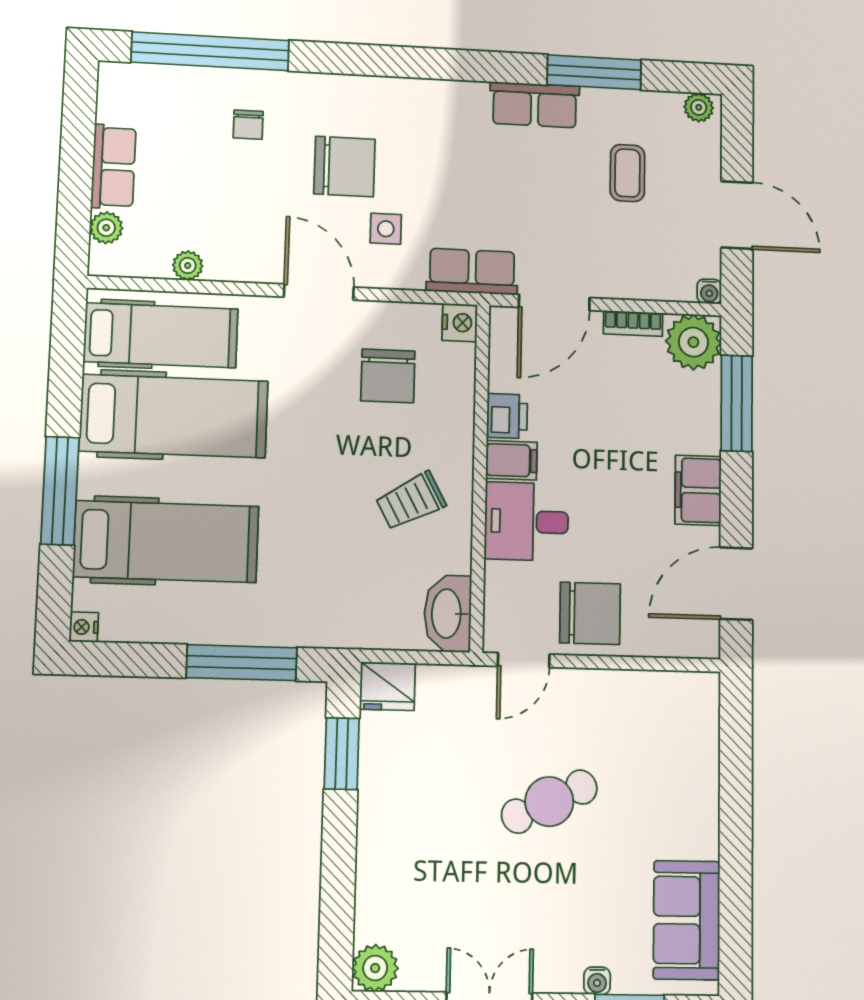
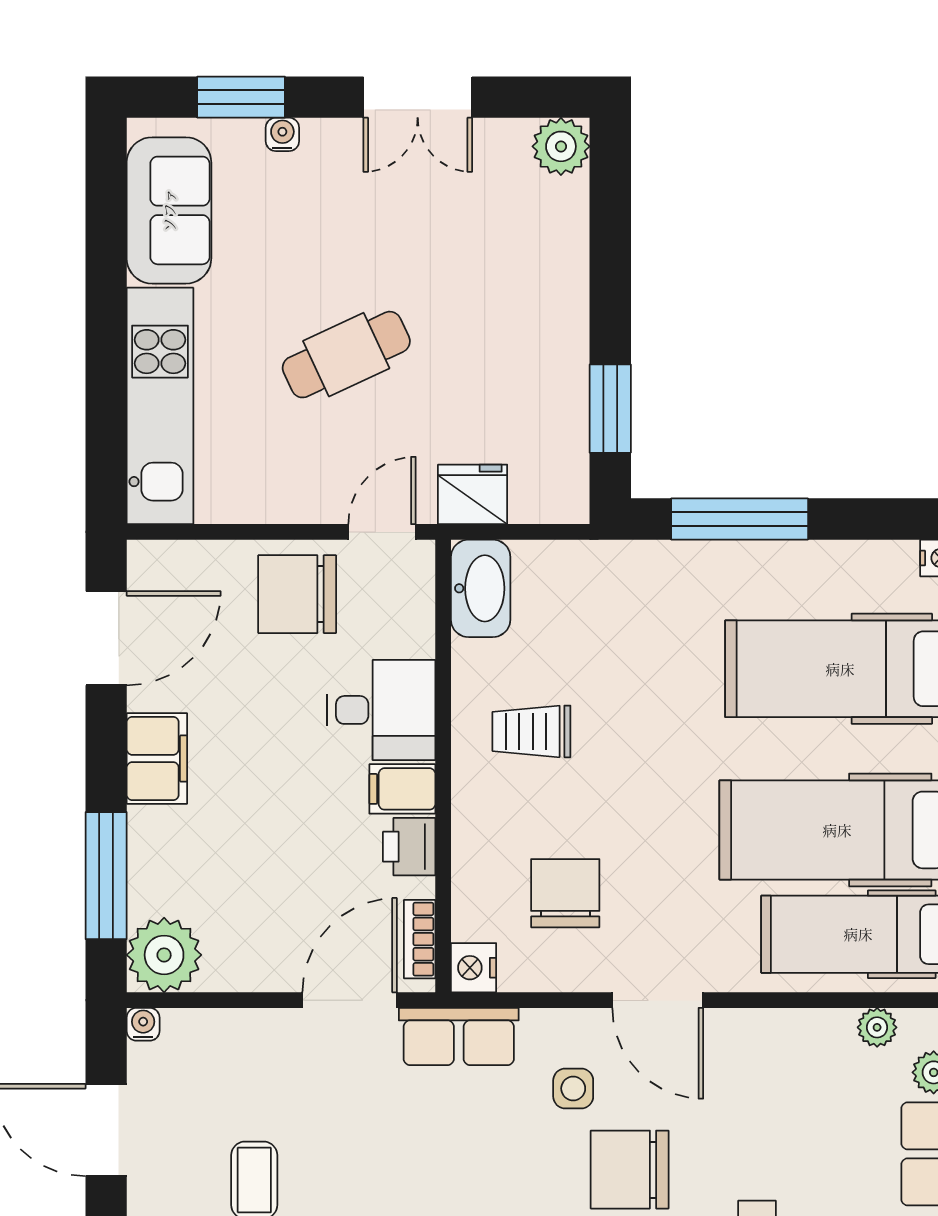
plant: (188, 266) -> (877, 1027), moved
bookcase: (633, 323) -> (420, 939), moved, turned -90
trolley: (411, 501) -> (531, 731), turned -152
fridge: (387, 686) -> (473, 494), moved
kitchen unit: (694, 764) -> (160, 406), added

